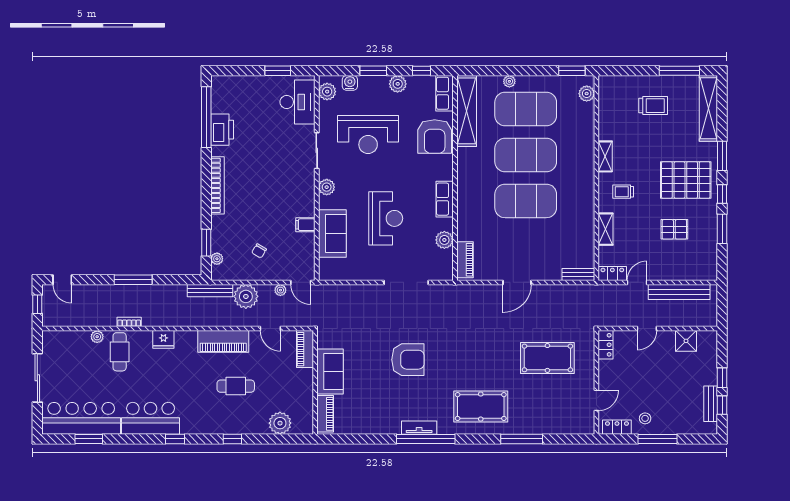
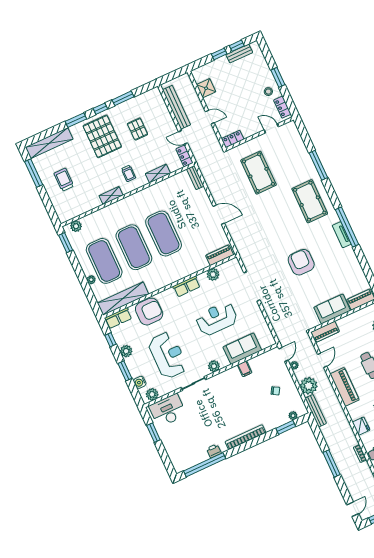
printer: (222, 130) -> (214, 451), width x0.53, depth x0.68
window: (657, 439) -> (278, 77), width x0.69

